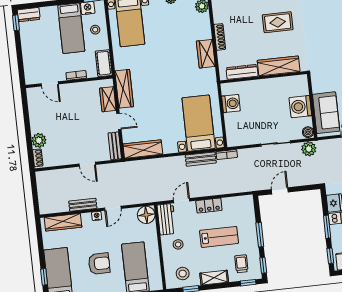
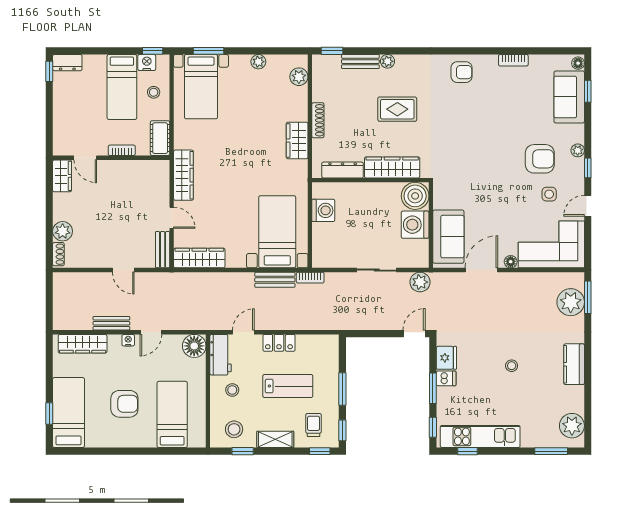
wardrobe: (108, 99) -> (62, 176), moved, turned 180
boiler: (308, 132) -> (415, 196), moved, width x1.86, depth x1.86
door: (280, 191) -> (414, 334), moved

